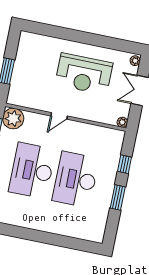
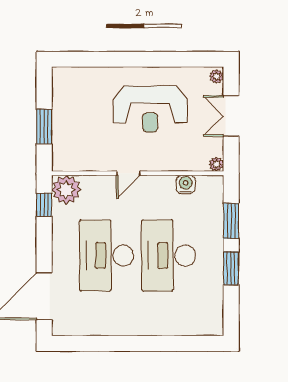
water cooler: (98, 132) -> (186, 184), added
window: (124, 164) -> (231, 221), width x1.50

